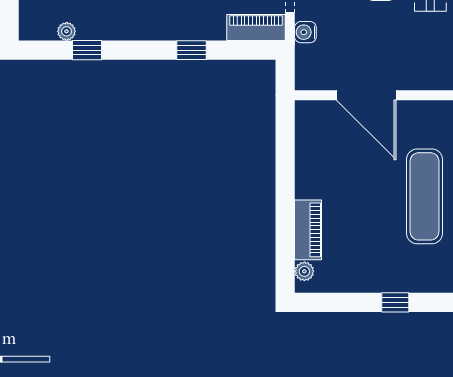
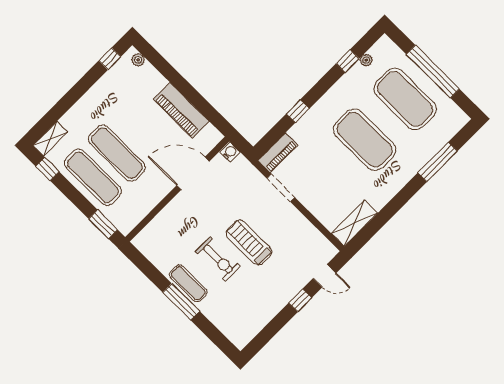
water cooler: (305, 32) -> (230, 152), moved
piano: (308, 230) -> (181, 110), moved, width x1.37, depth x1.33
window: (395, 302) -> (110, 59), moved

